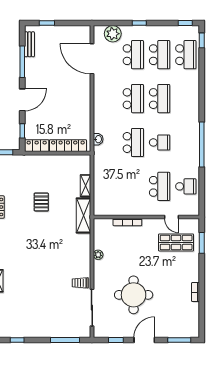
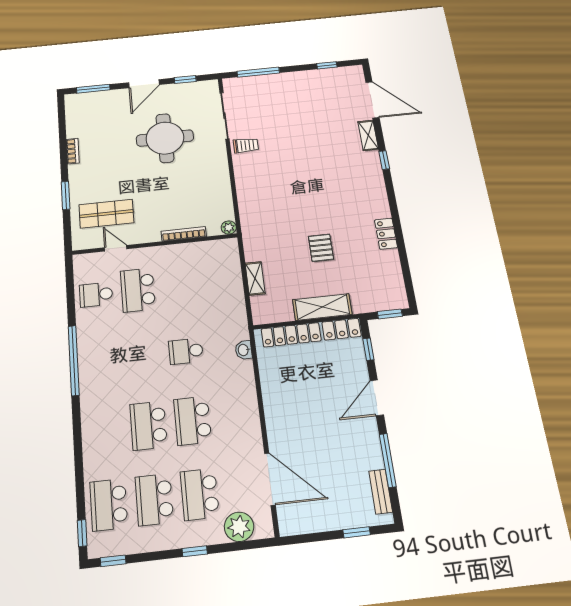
school desk: (133, 142) -> (186, 351), width x0.54
school desk: (160, 142) -> (143, 356), removed
shelving: (83, 216) -> (322, 307), moved, turned 90
window: (202, 243) -> (66, 195), moved
plant: (98, 255) -> (229, 227), moved

